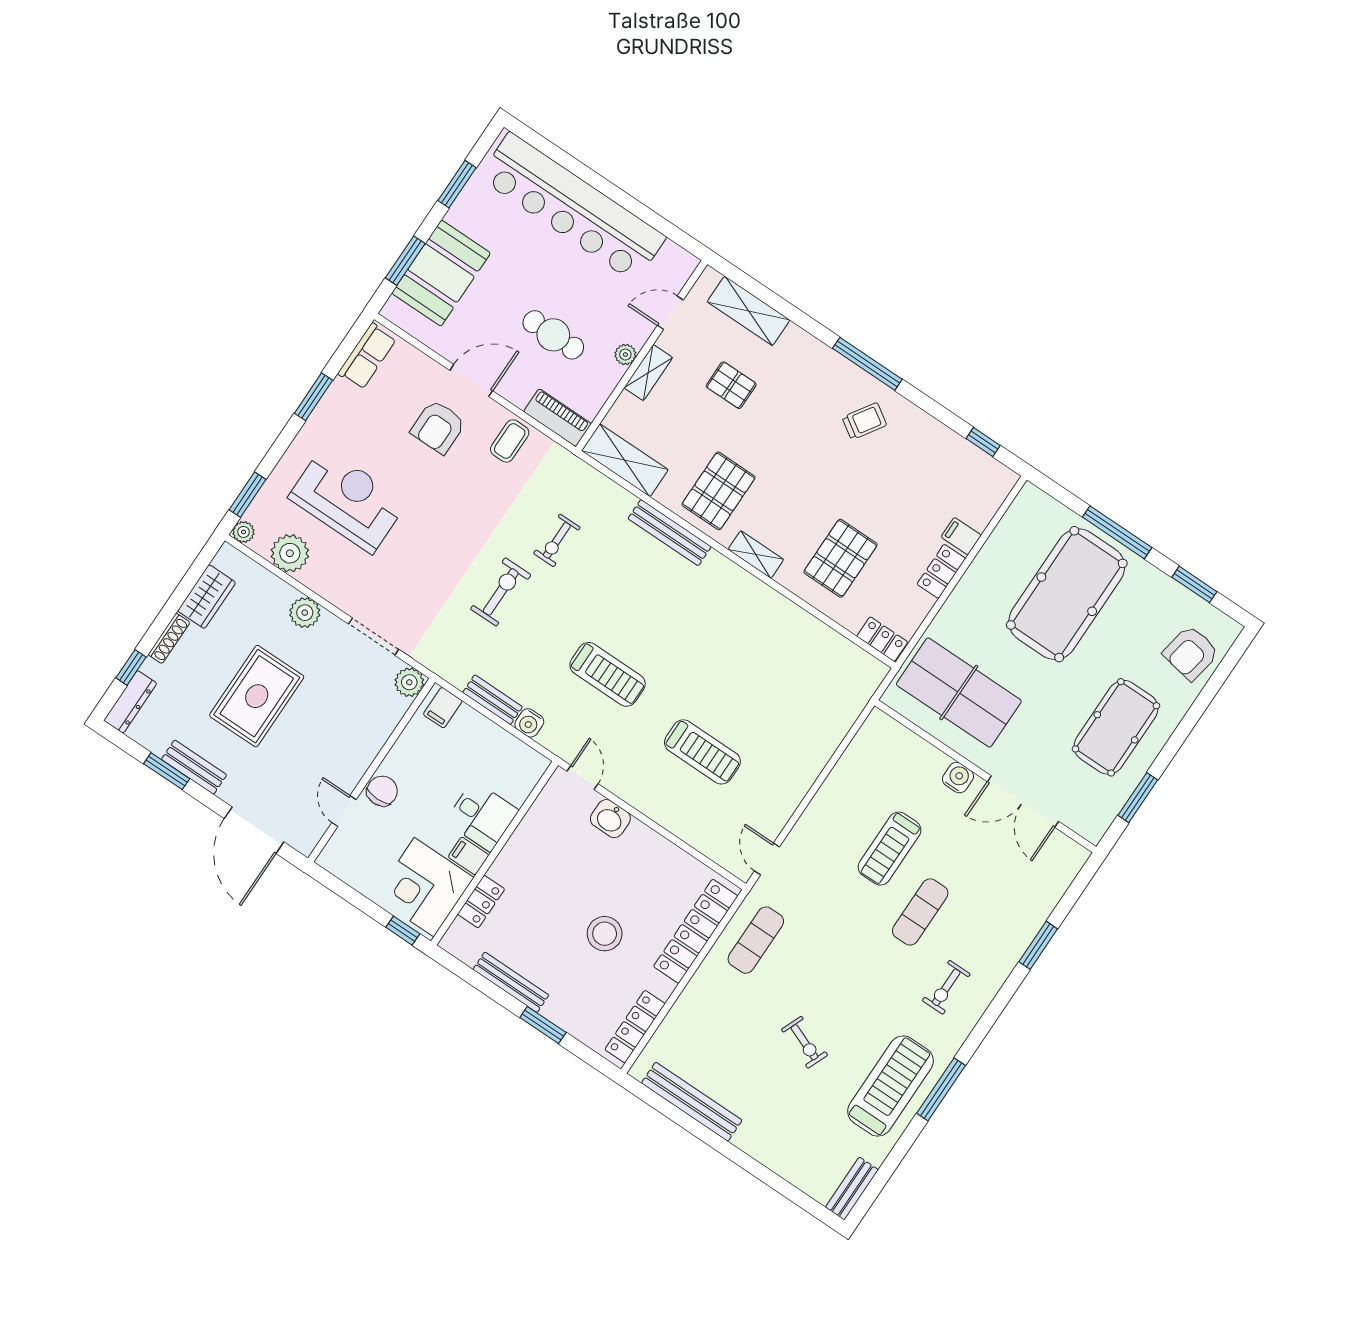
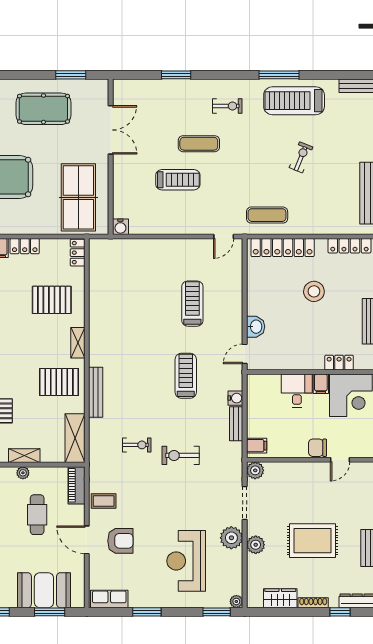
plant: (290, 553) -> (231, 538), moved
water cooler: (958, 778) -> (120, 227), moved, turned -90

